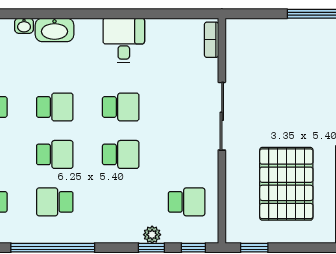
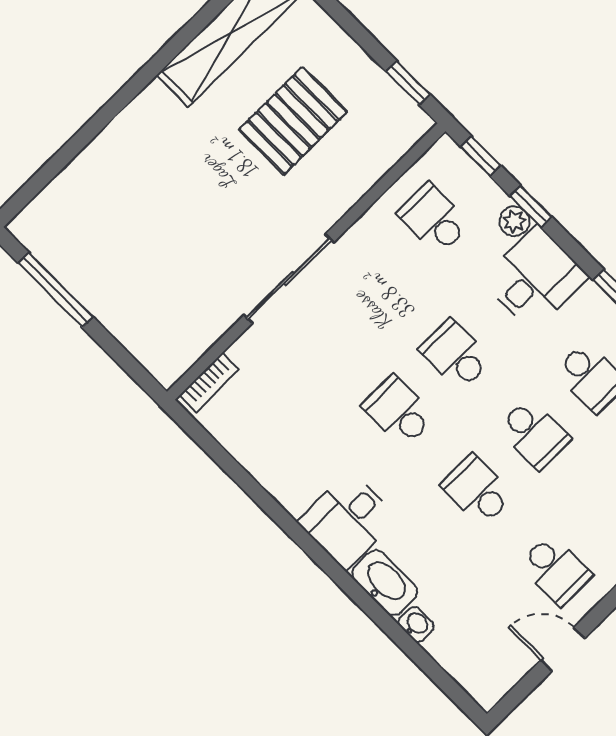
desk: (124, 40) -> (348, 520), moved
school desk: (55, 154) -> (534, 434), turned 180
pallet: (286, 184) -> (293, 121), width x0.73, depth x0.71
desk: (120, 220) -> (535, 278), added

